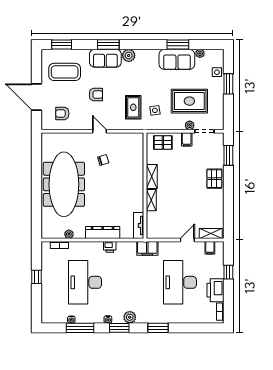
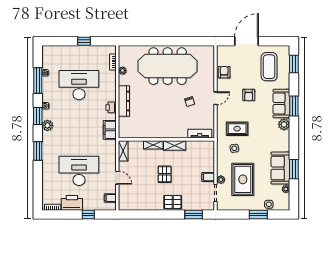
armchair: (62, 113) -> (224, 72), moved
pallet: (163, 143) -> (165, 174), moved
tv unit: (139, 226) -> (200, 134), moved
shelving: (211, 233) -> (123, 151), moved
filing cabinet: (147, 248) -> (110, 130), moved

